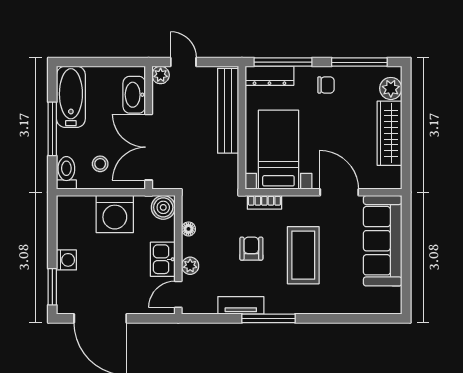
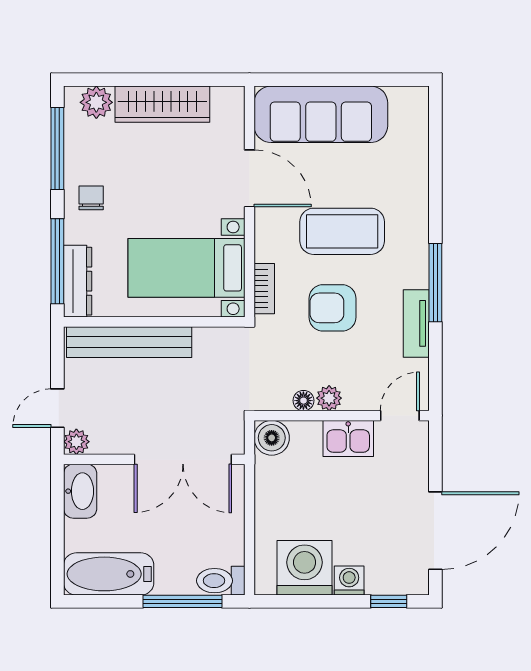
washbasin: (134, 95) -> (80, 491), moved, turned -90
window: (52, 129) -> (183, 601), moved
stool: (100, 164) -> (207, 531), removed
door: (339, 192) -> (249, 178), swing flipped
washing machine: (115, 214) -> (305, 568), moved, turned -90
armchair: (251, 249) -> (332, 308), width x1.38, depth x1.38
plant: (190, 266) -> (329, 398), moved
window: (52, 287) -> (389, 601), width x0.67
door: (178, 294) -> (400, 416), swing flipped

